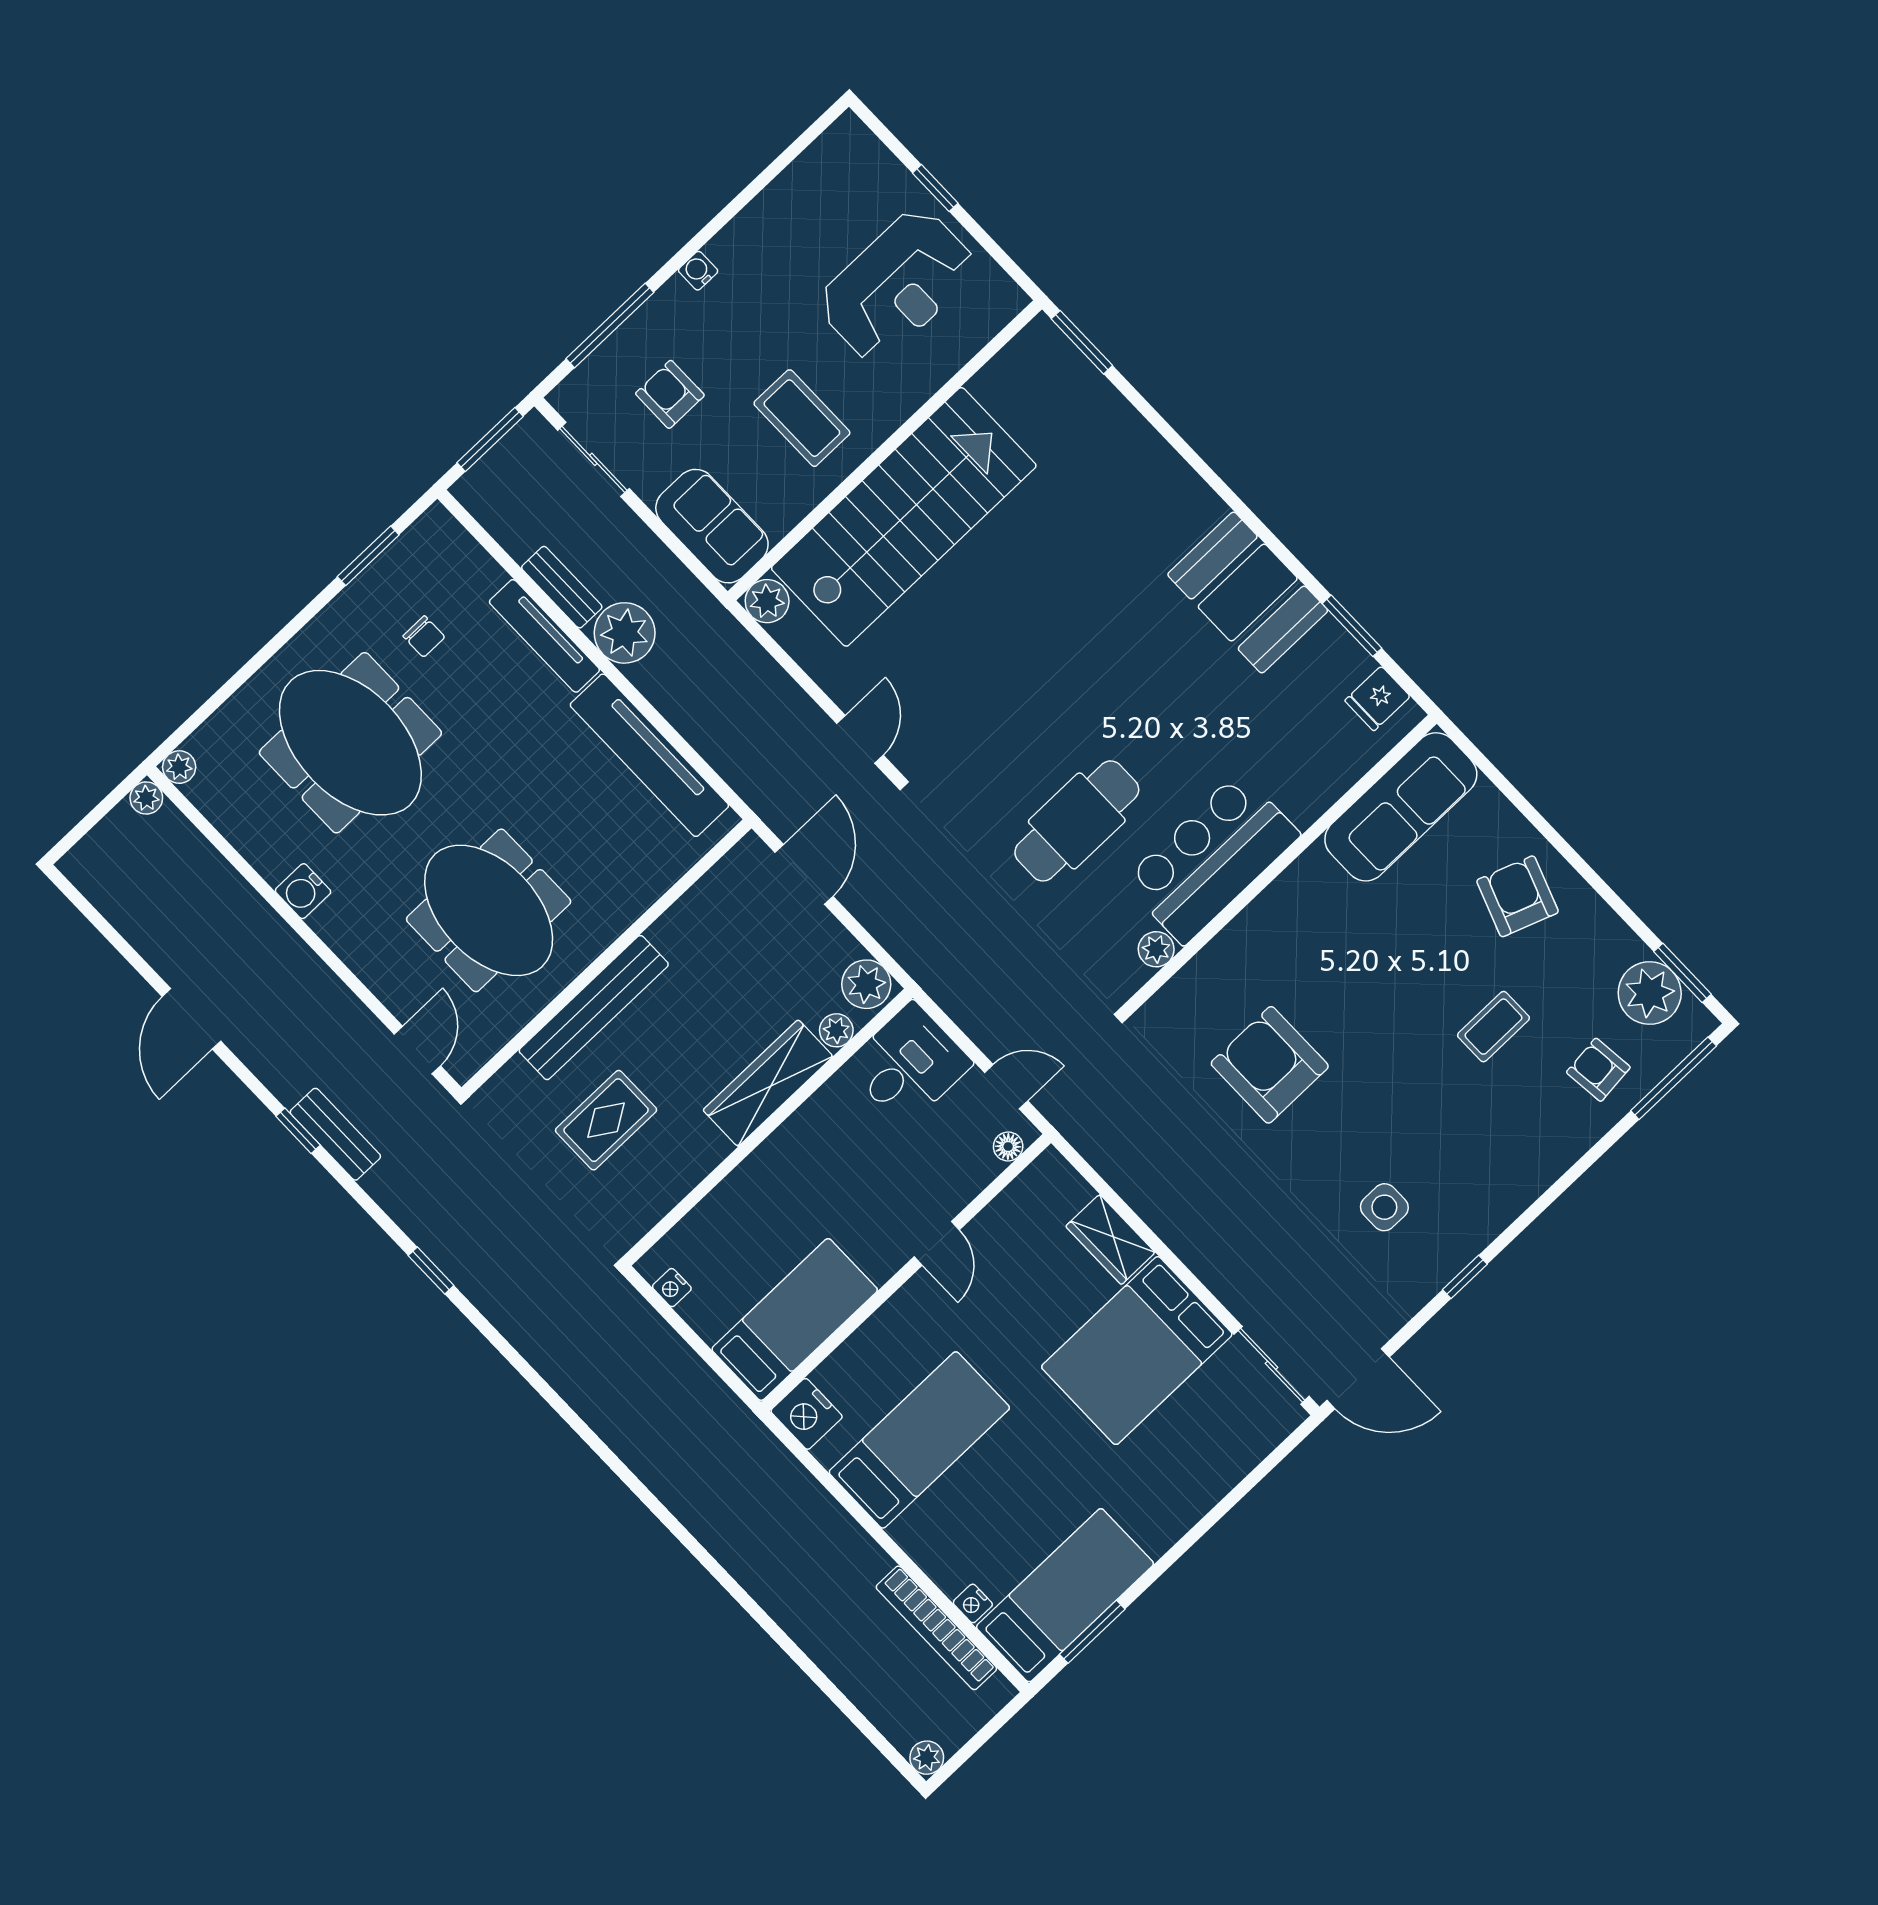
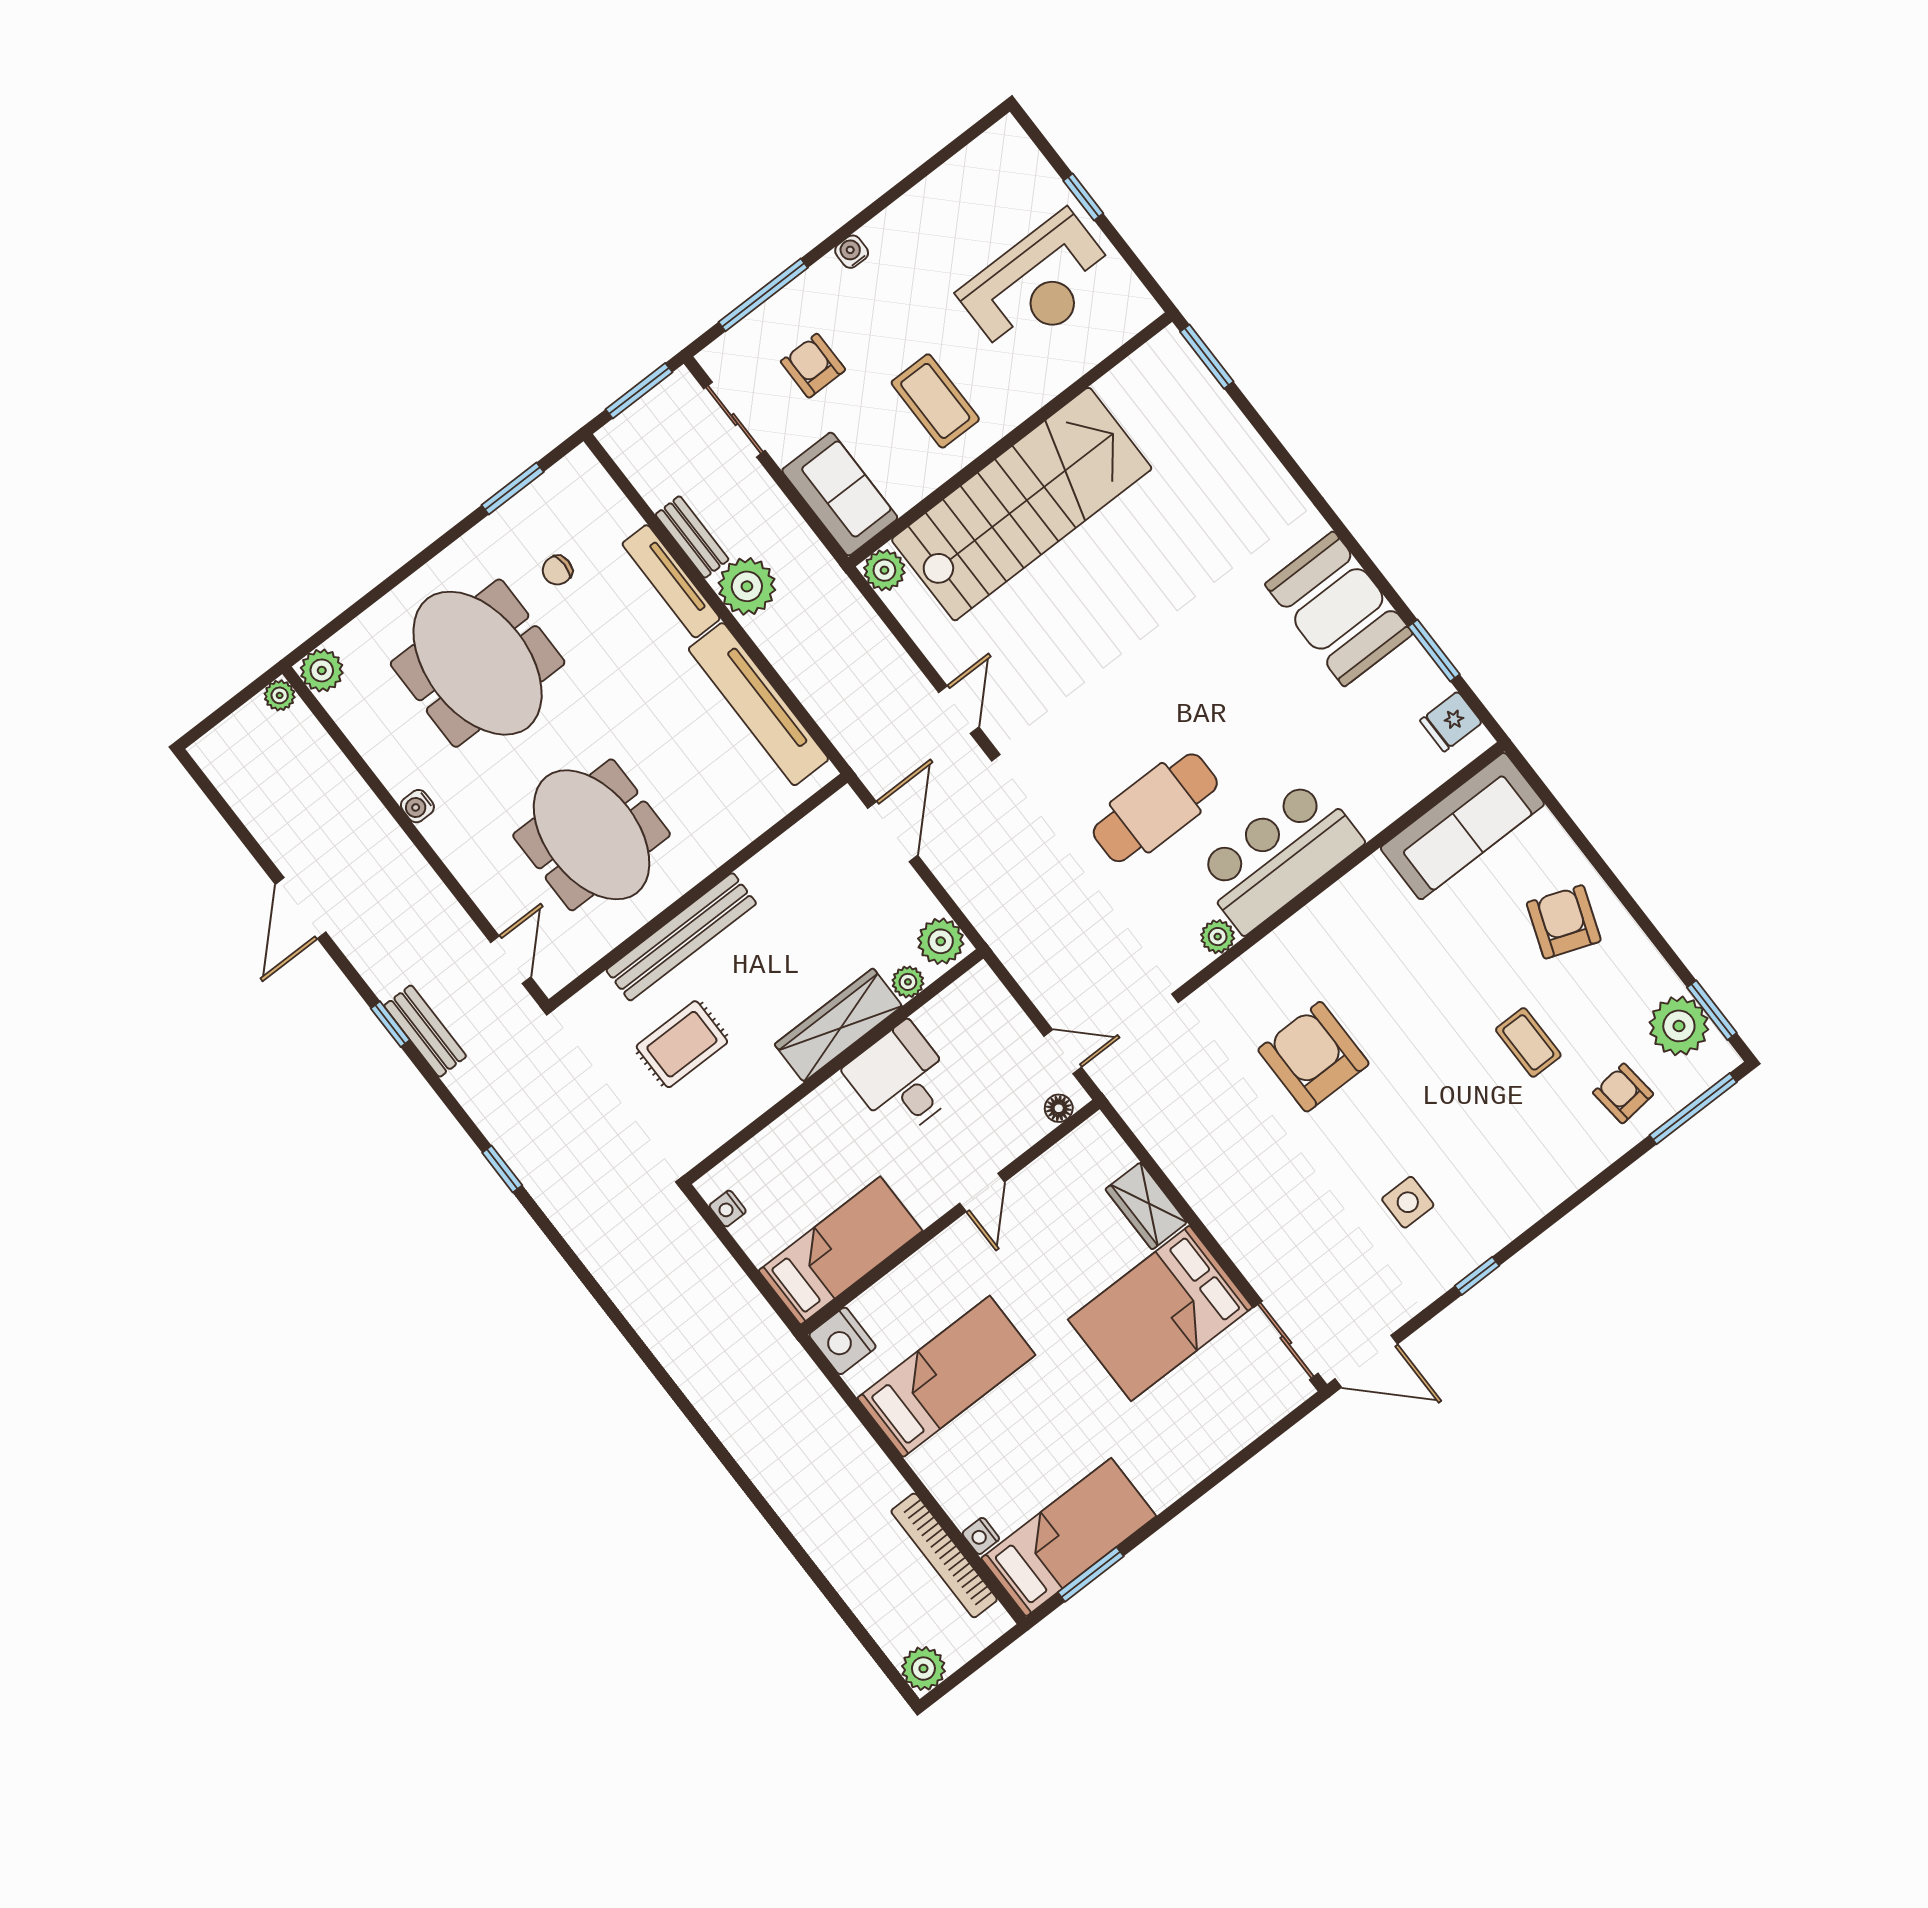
chair: (424, 637) -> (557, 570), turned 90
plant: (179, 767) -> (322, 670), width x1.38, depth x1.38
water cooler: (303, 891) -> (417, 806), width x0.72, depth x0.72
coffee table: (1493, 1027) -> (1528, 1042), turned 90
desk: (909, 1064) -> (902, 1080), moved, turned -90
plant: (927, 1758) -> (923, 1669), width x1.38, depth x1.38

